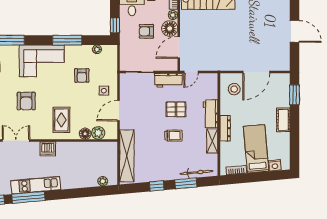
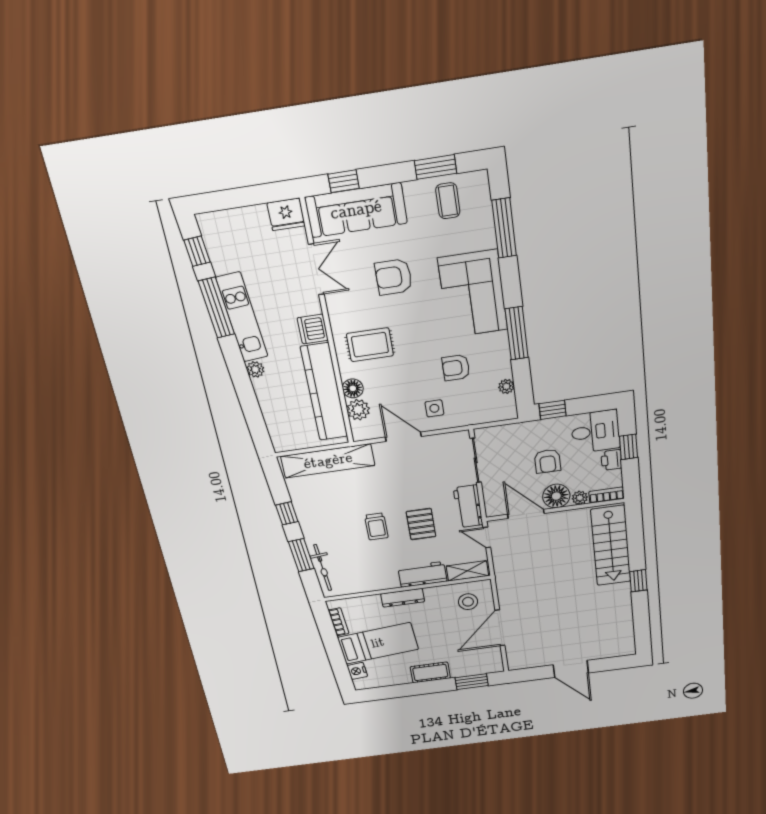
armchair: (146, 31) -> (547, 461), turned 180
door: (294, 31) -> (571, 669), hinge flipped
door: (256, 72) -> (500, 628), hinge flipped
shelving: (212, 141) -> (467, 571), moved
kitchen counter: (85, 150) -> (324, 392), added
plant: (103, 181) -> (255, 369), moved

